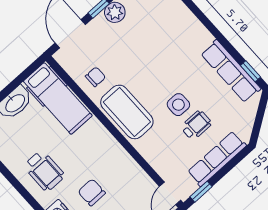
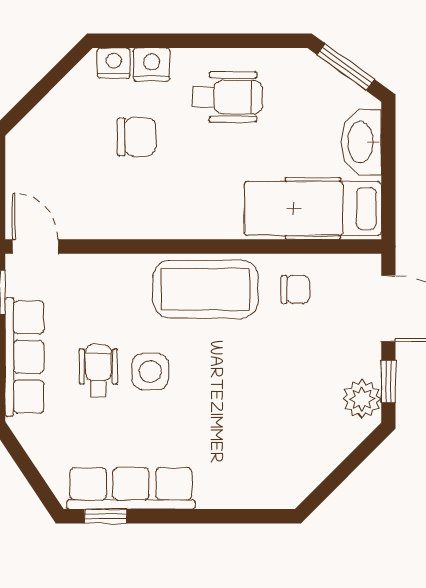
chair: (95, 77) -> (295, 289), turned -90
wheelchair: (196, 125) -> (98, 371), turned 180
wheelchair: (44, 171) -> (228, 97), turned 180

